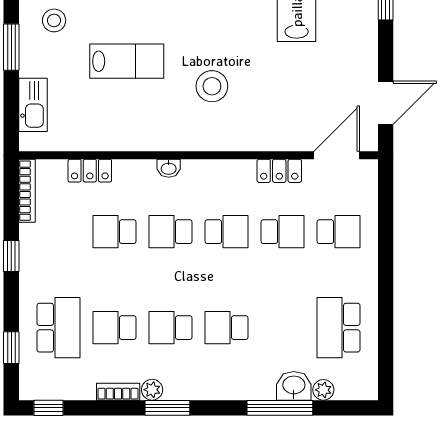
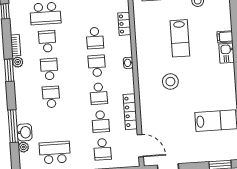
locker: (279, 171) -> (130, 112), width x1.53
school desk: (114, 232) -> (95, 38), turned 180

